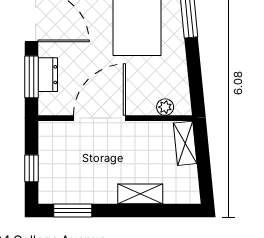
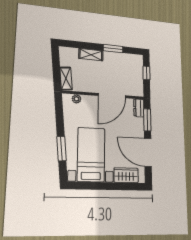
dresser: (48, 75) -> (139, 108), moved
window: (73, 211) -> (113, 49), moved

